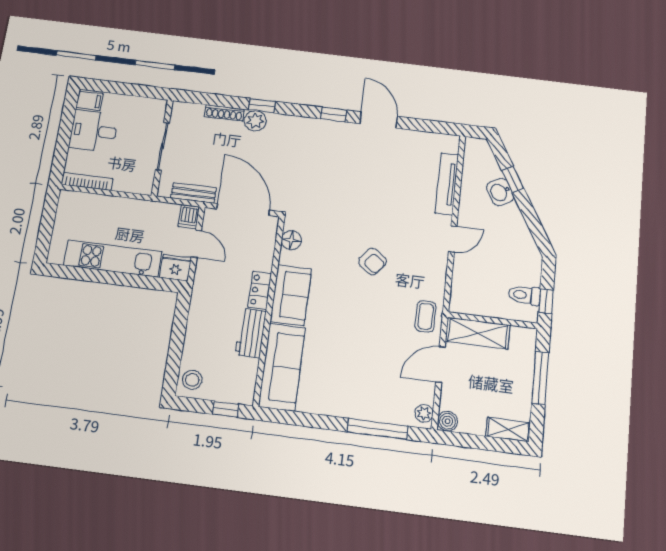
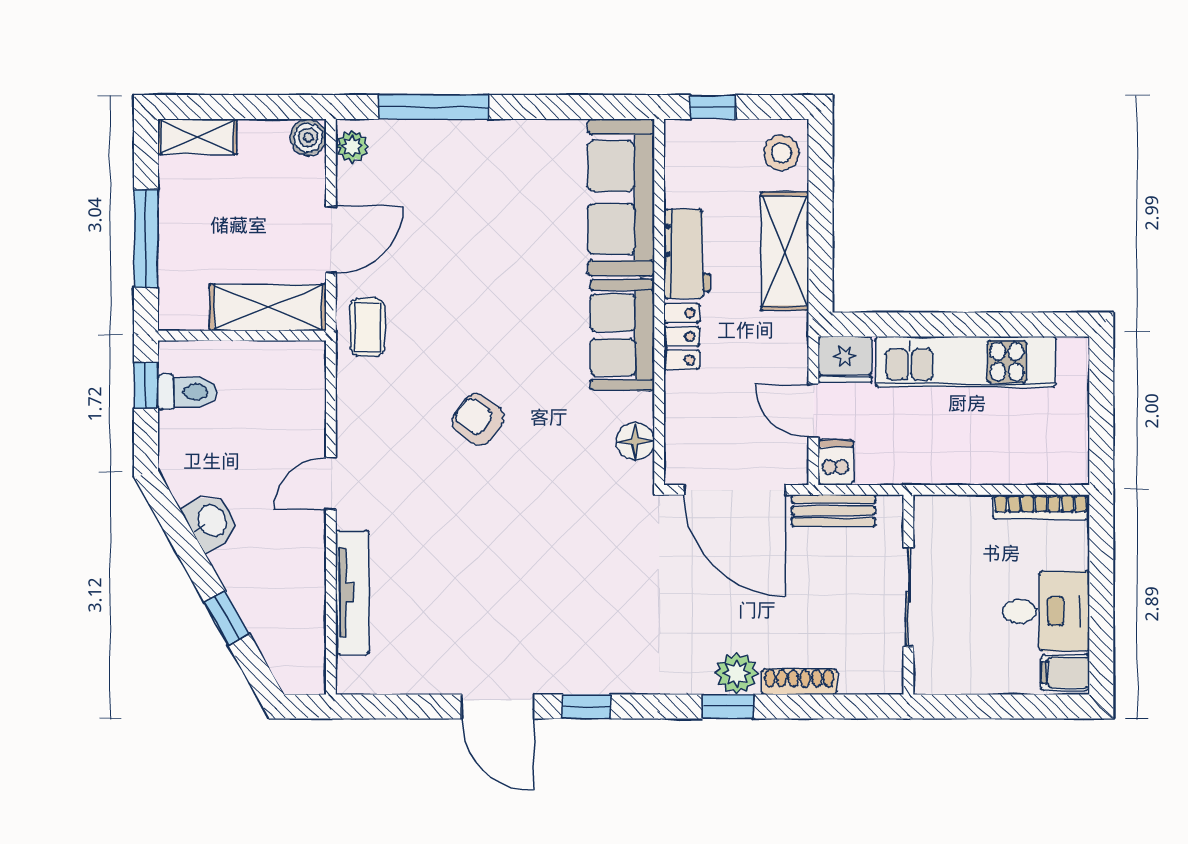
washbasin: (500, 192) -> (211, 521), moved
shelving: (198, 328) -> (785, 251), added

